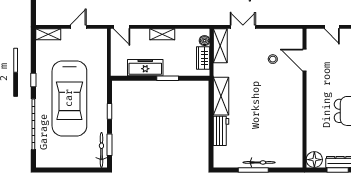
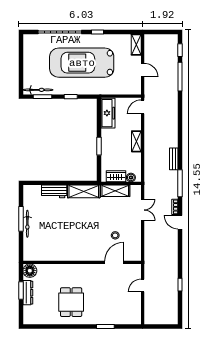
shelving: (220, 46) -> (115, 191), moved
freezer: (145, 68) -> (108, 113), moved

